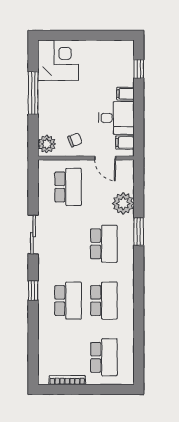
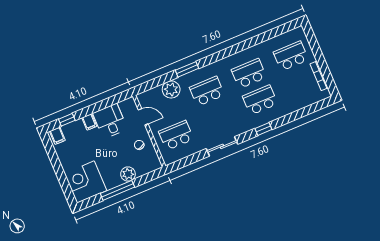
filing cabinet: (125, 142) -> (57, 136), moved
plant: (47, 144) -> (128, 174), moved
door: (105, 158) -> (143, 117), hinge flipped

